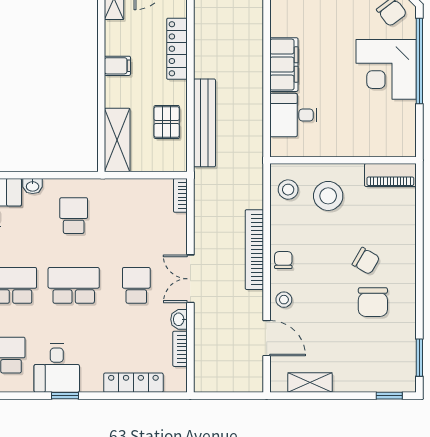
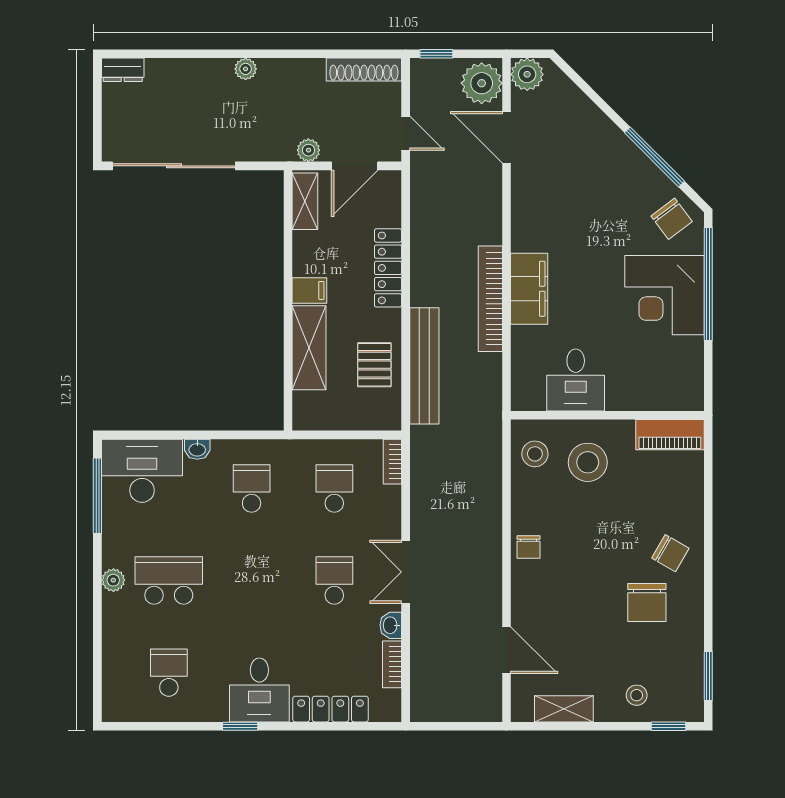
desk: (293, 115) -> (576, 380), moved, turned -90
shelving: (117, 140) -> (309, 348), moved
bookcase: (254, 250) -> (490, 299), moved
chair: (283, 260) -> (529, 547), turned 180
chair: (366, 261) -> (670, 553), moved
school desk: (74, 285) -> (334, 488), moved, width x0.54
stool: (284, 300) -> (637, 695), moved
desk: (57, 368) -> (259, 690), moved

